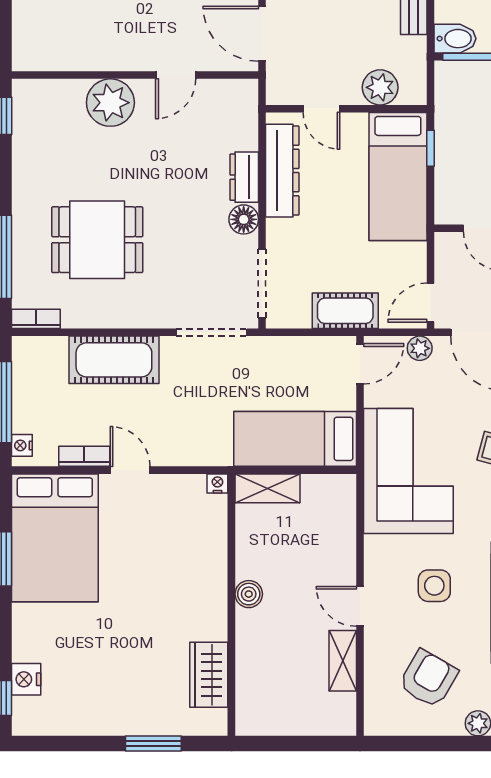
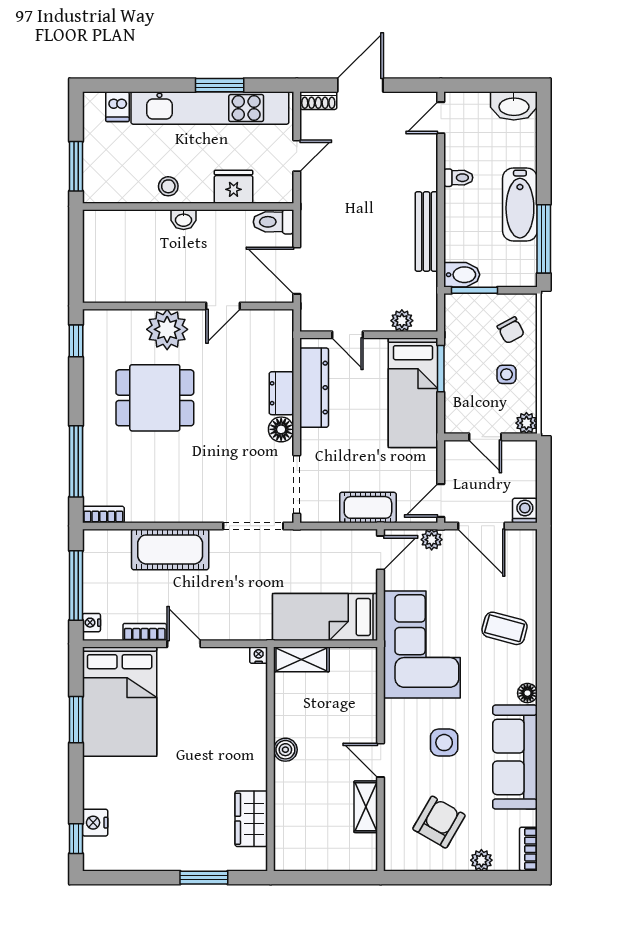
plant: (380, 87) -> (402, 321), width x0.73, depth x0.73
window: (430, 148) -> (441, 369), width x1.50
dining table: (97, 240) -> (155, 398), moved

